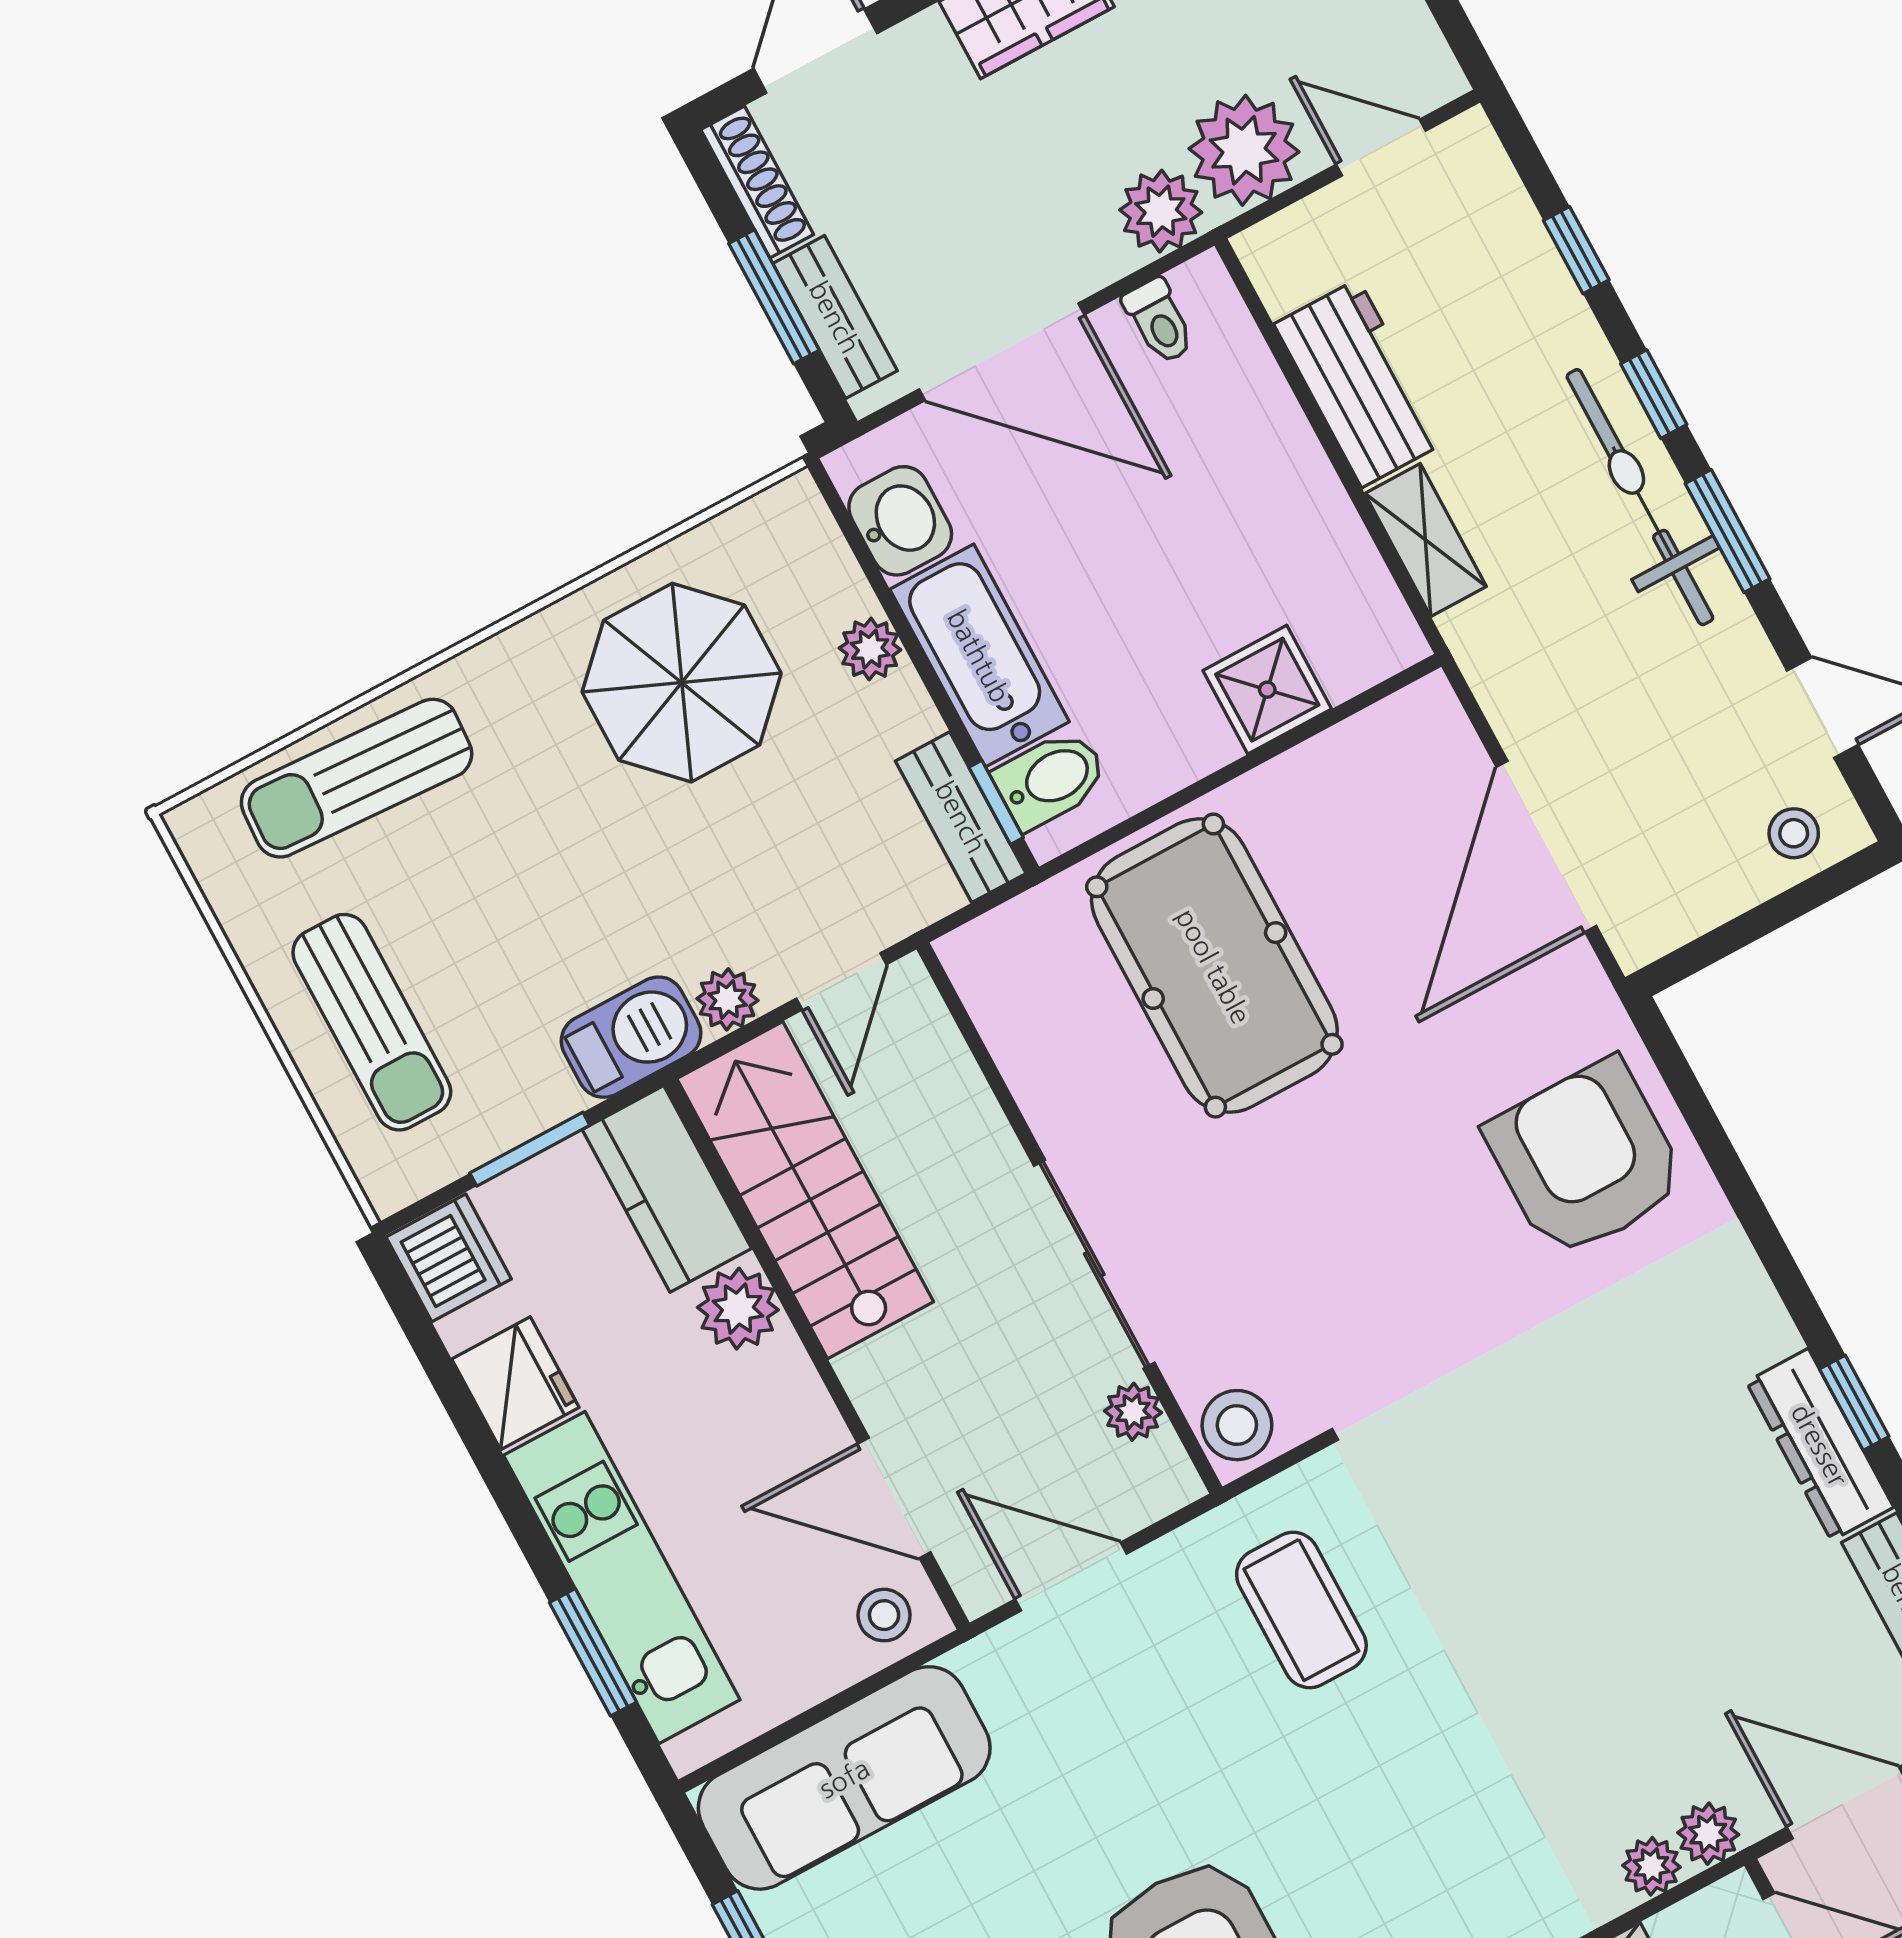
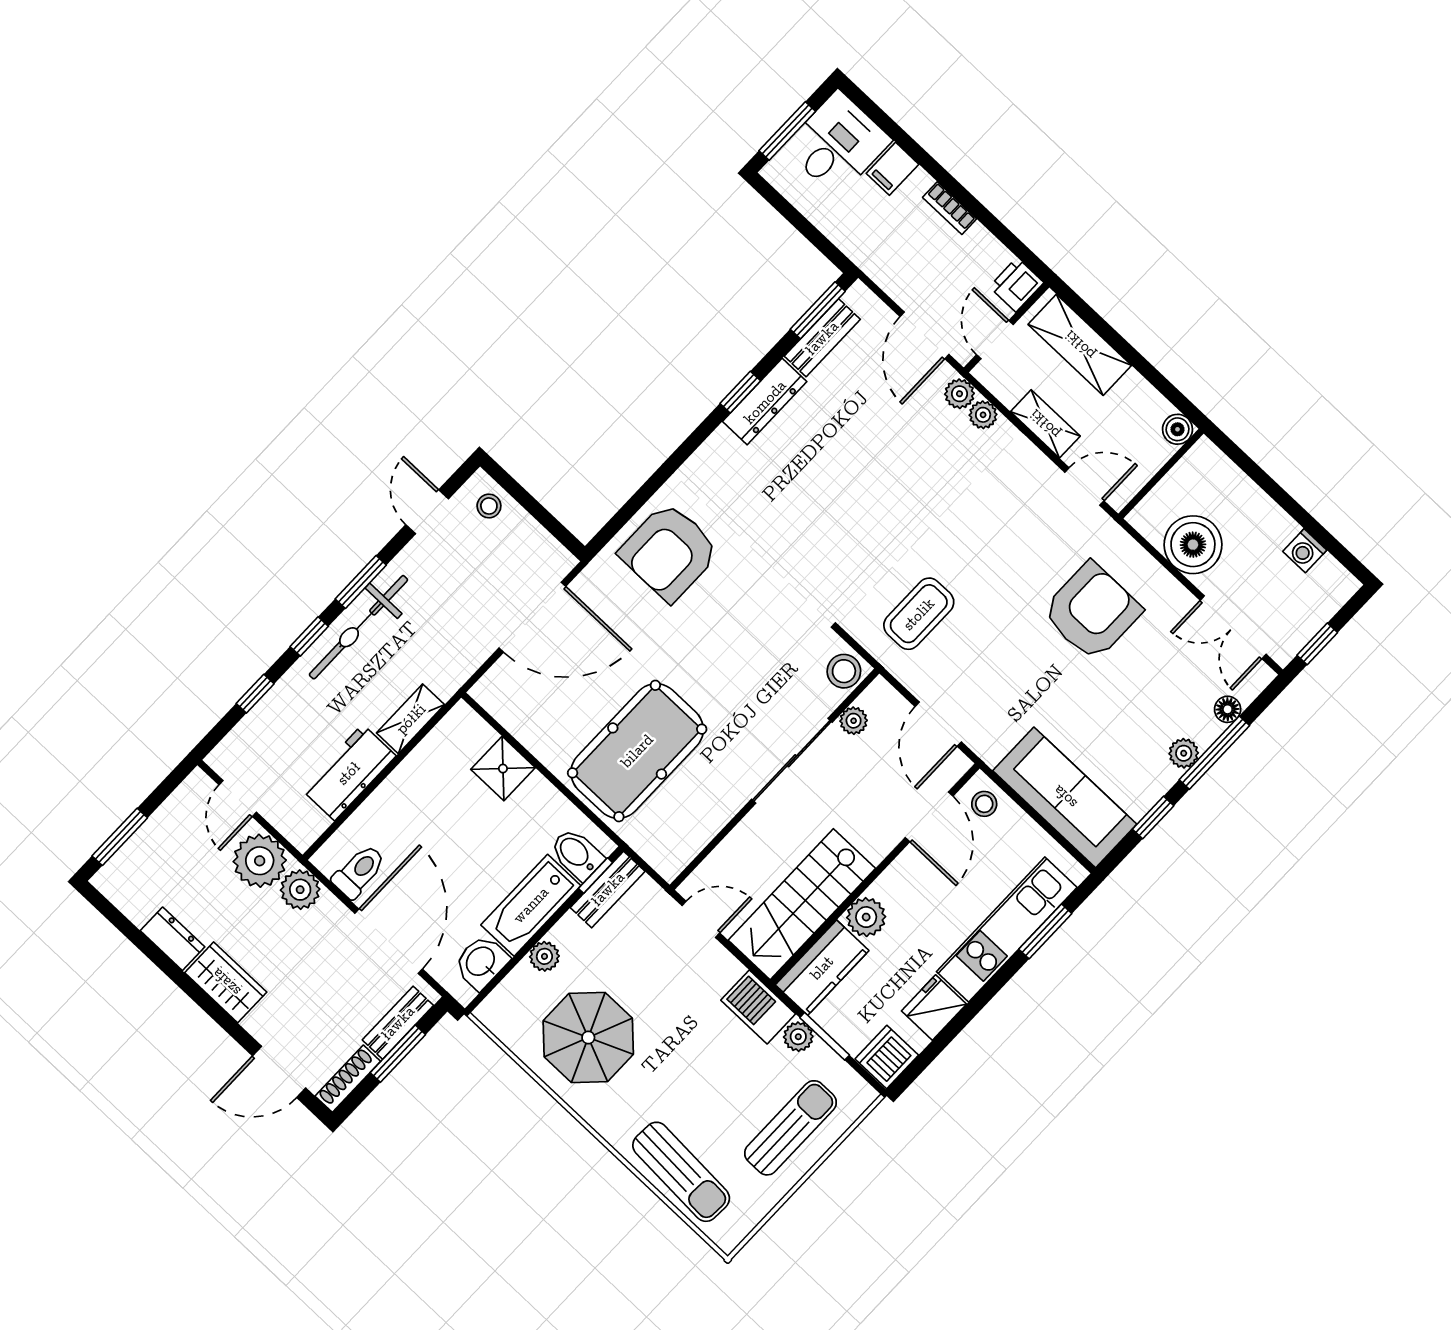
toilet: (1159, 321) -> (359, 871), width x1.37, depth x1.39
plant: (728, 999) -> (798, 1037), moved

